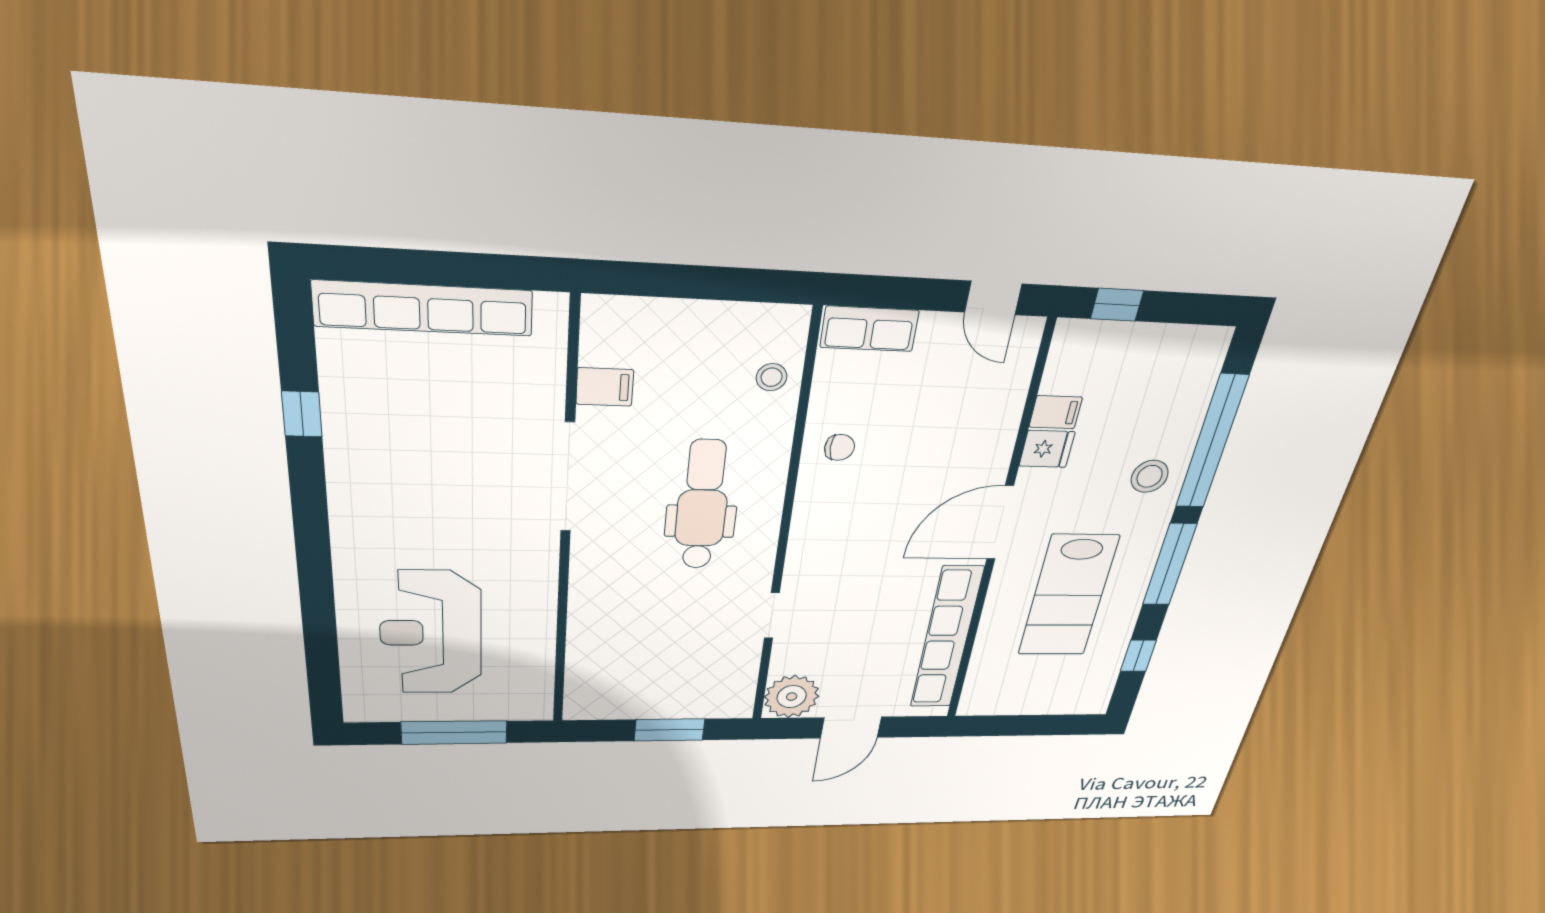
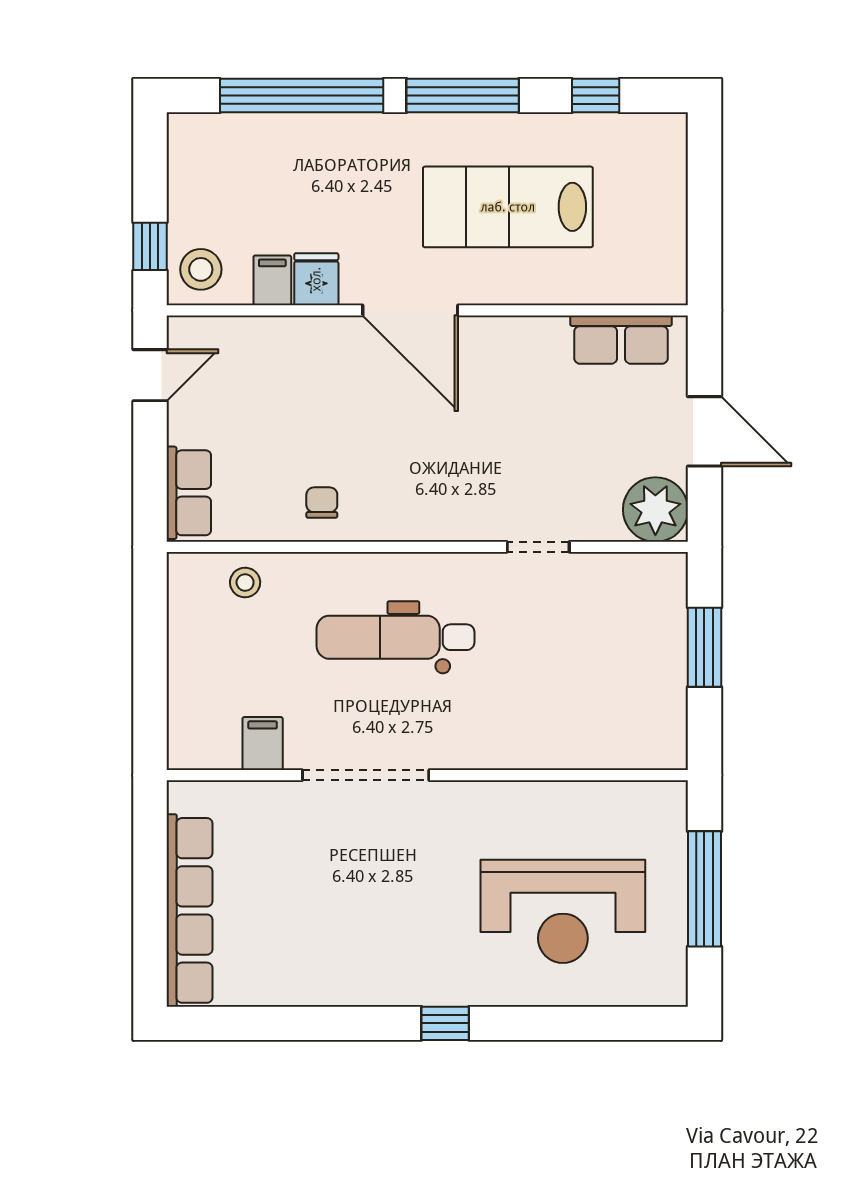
window: (302, 414) -> (445, 1023), moved
stool: (1150, 476) -> (201, 269), moved
lab bench: (1068, 596) -> (508, 207), turned 180
row of seats: (946, 638) -> (621, 340), width x0.50

